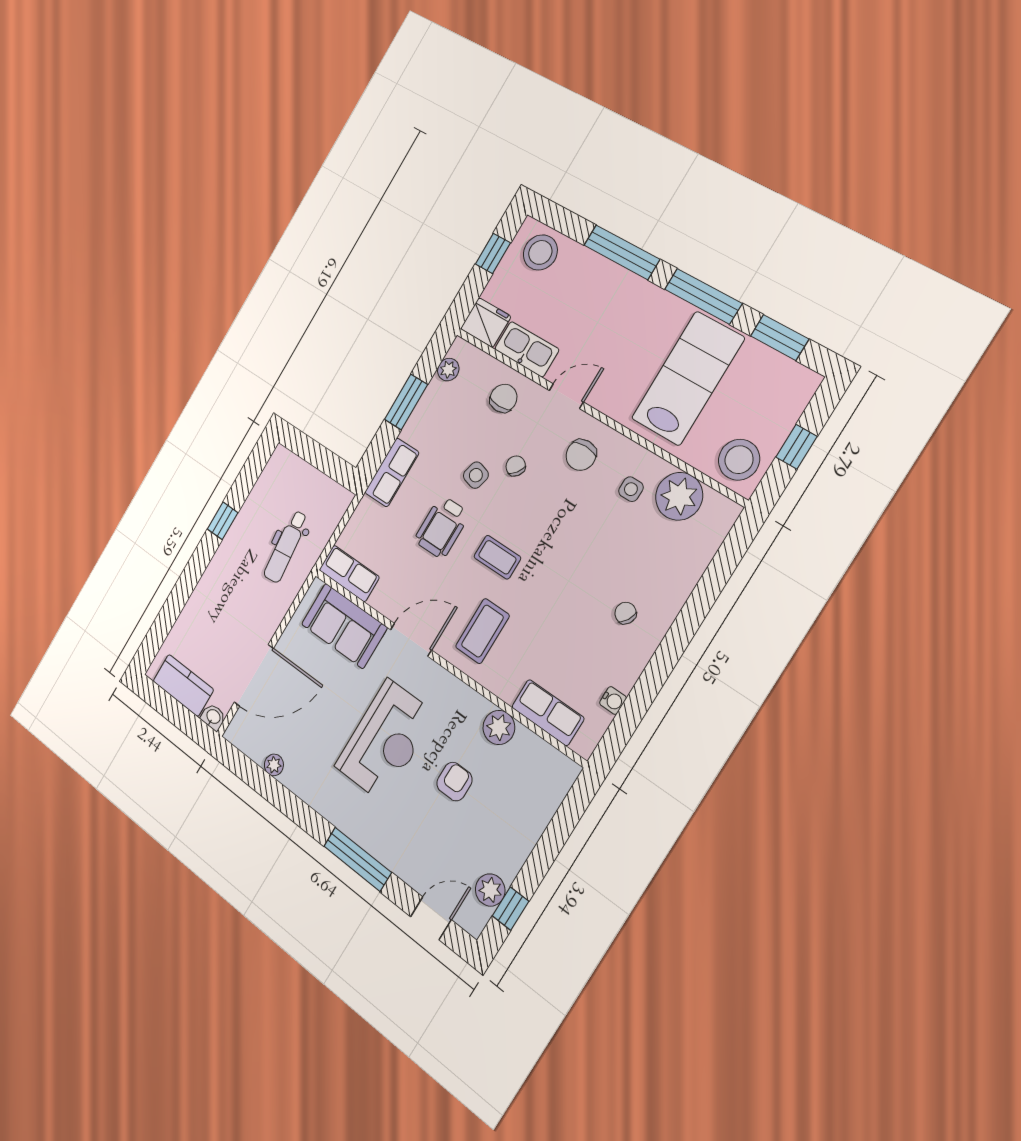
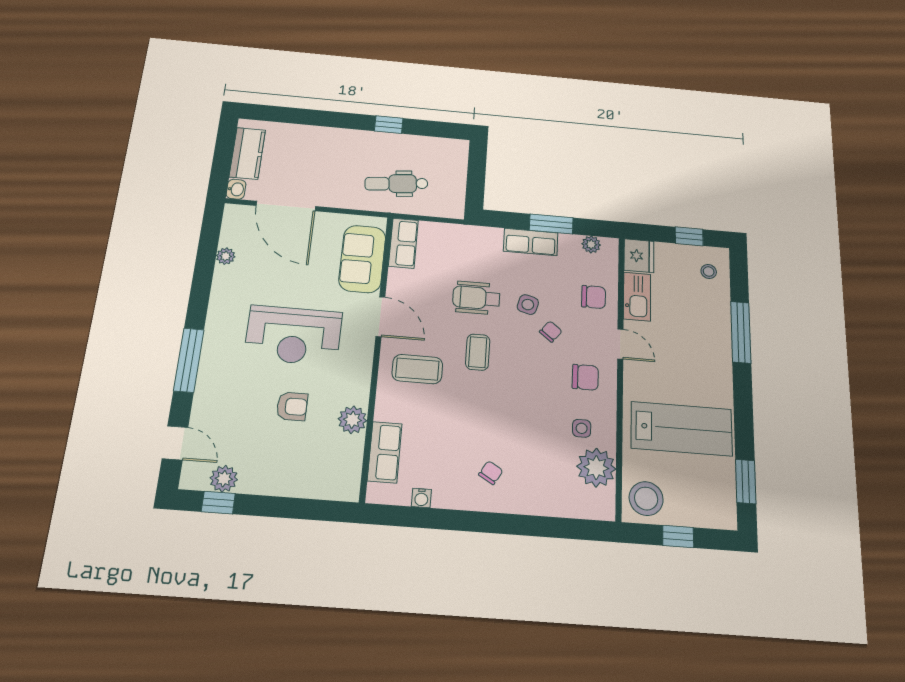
stool: (540, 252) -> (709, 271), width x0.53, depth x0.53
window: (703, 296) -> (743, 409), removed
chair: (581, 455) -> (585, 377), turned 180
row of seats: (392, 472) -> (531, 242), moved

